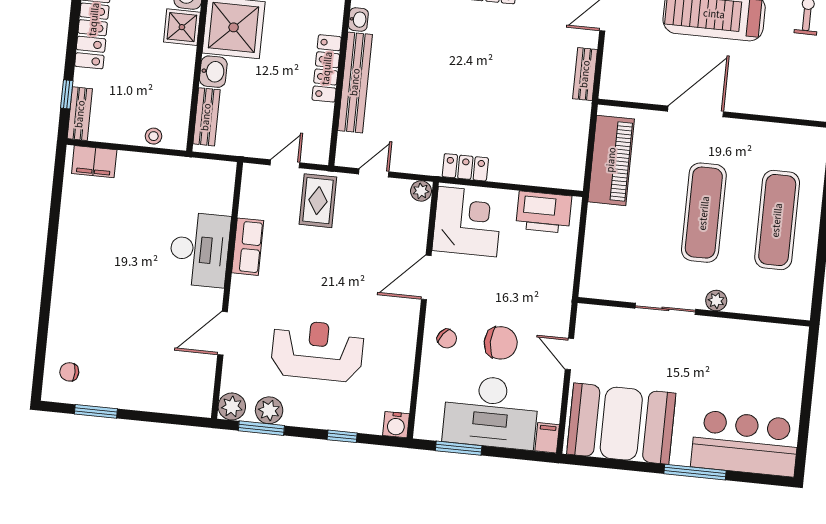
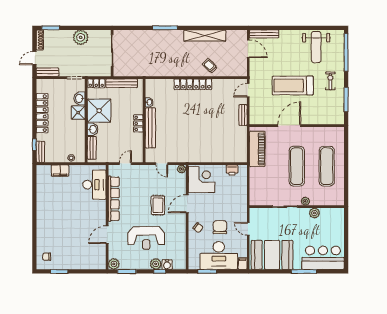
locker: (327, 68) -> (138, 123), width x0.66
filing cabinet: (94, 162) -> (60, 171), moved
locker: (465, 167) -> (198, 158), removed
door: (374, 173) -> (162, 164), swing flipped
rug: (318, 201) -> (158, 205), moved
printer: (544, 212) -> (232, 170), width x0.53, depth x0.68
row of seats: (248, 247) -> (114, 199), width x2.02
desk: (200, 250) -> (94, 185), moved
plant: (736, 332) -> (314, 213), added
chair: (501, 343) -> (220, 227), turned -90
reception desk: (317, 351) -> (146, 238), turned 180
plant: (269, 410) -> (156, 264), moved
water cooler: (396, 425) -> (167, 265), moved

